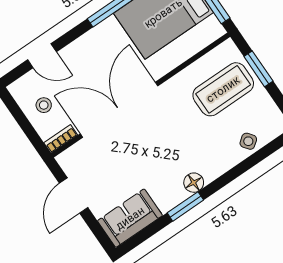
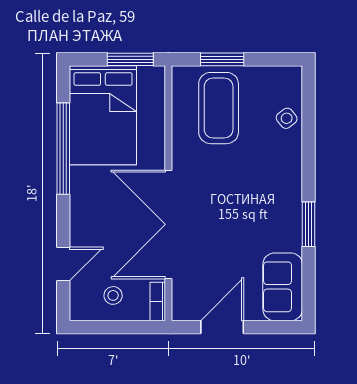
floor lamp: (194, 183) -> (291, 200), removed
door: (74, 195) -> (222, 327), swing flipped

